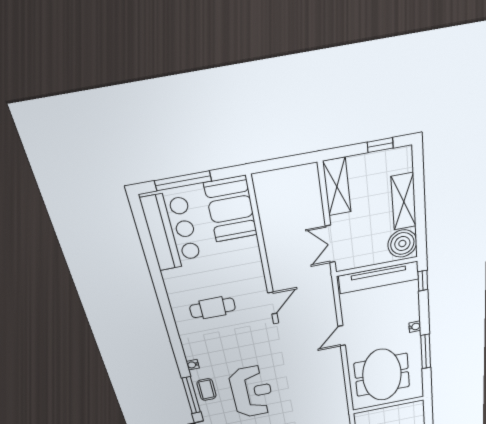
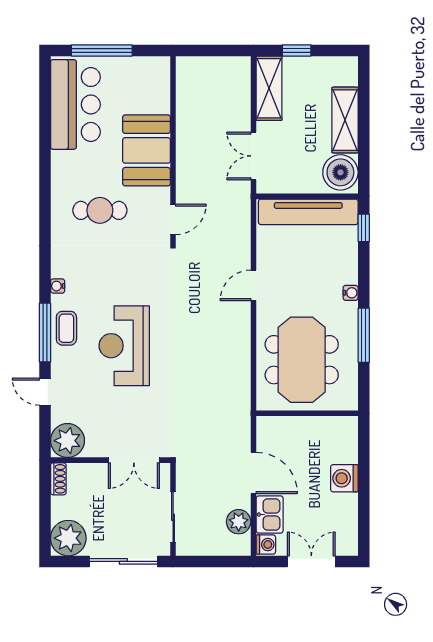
window: (380, 145) -> (297, 50), moved
booth: (231, 209) -> (146, 150), moved
reception desk: (252, 392) -> (124, 346), turned 180

